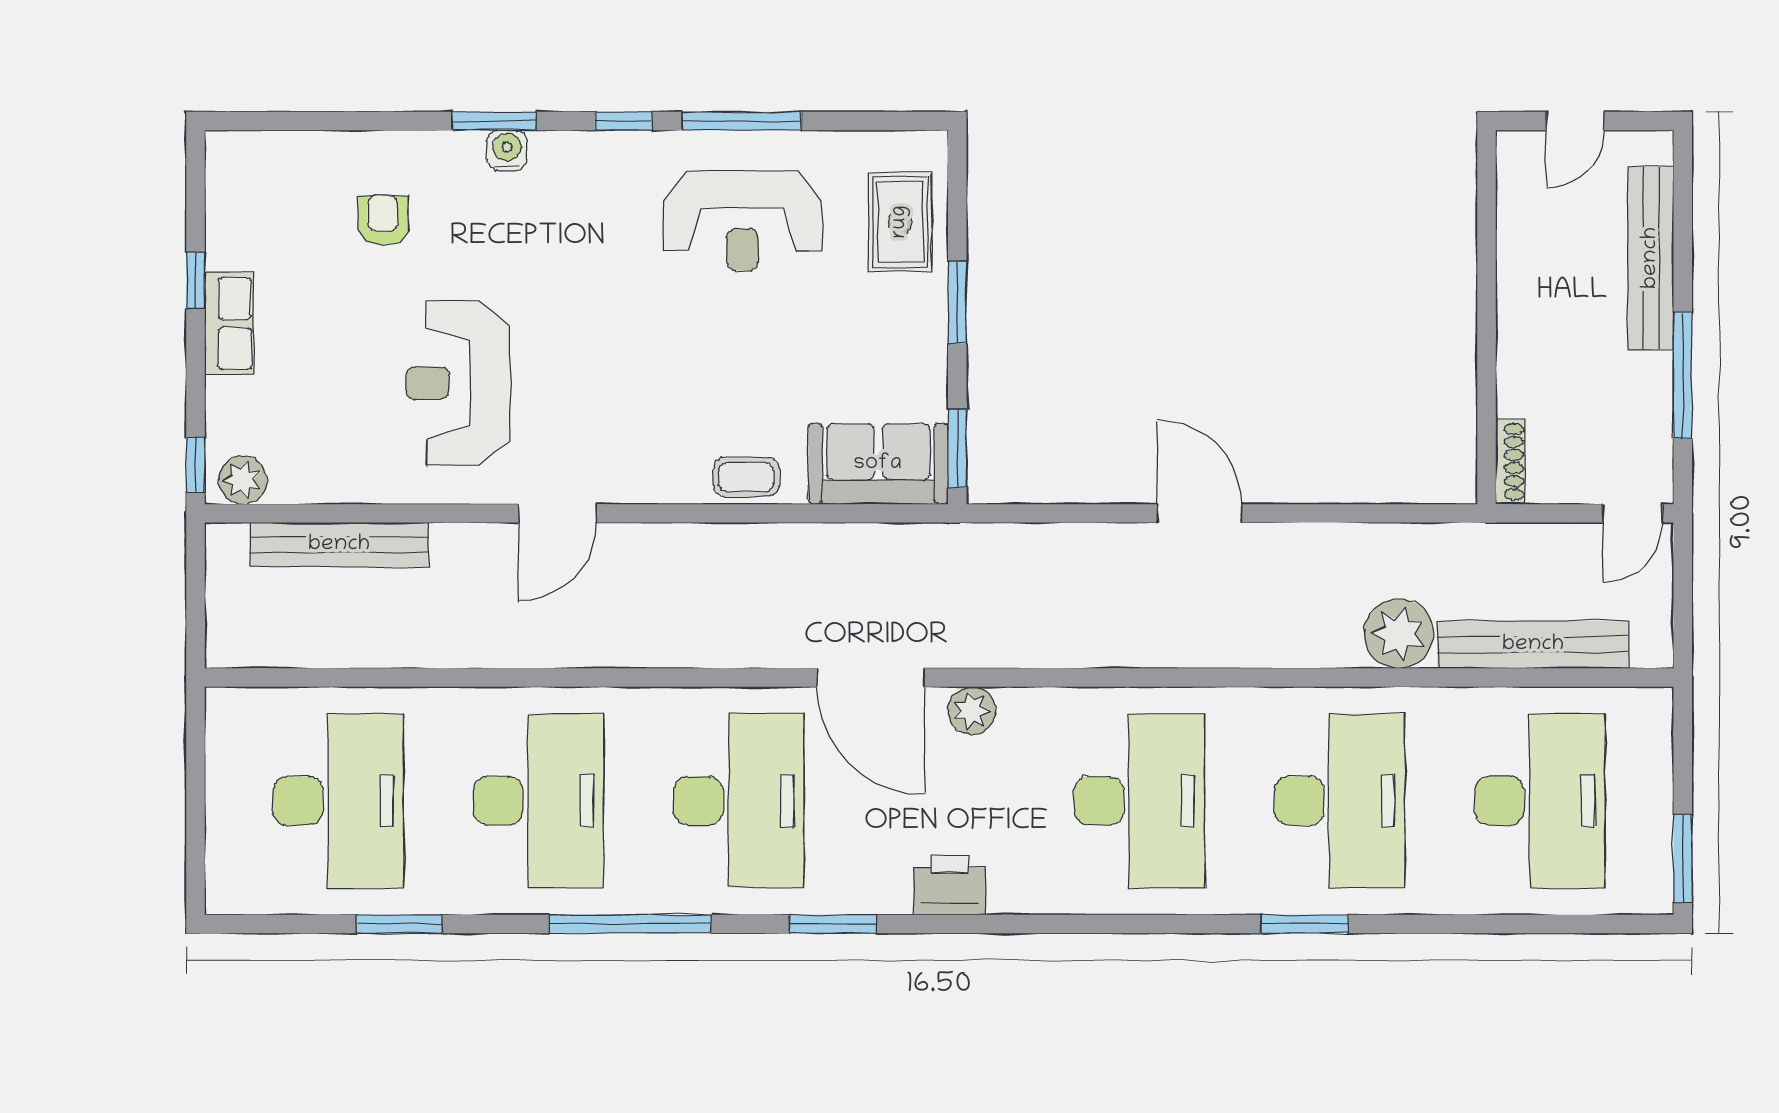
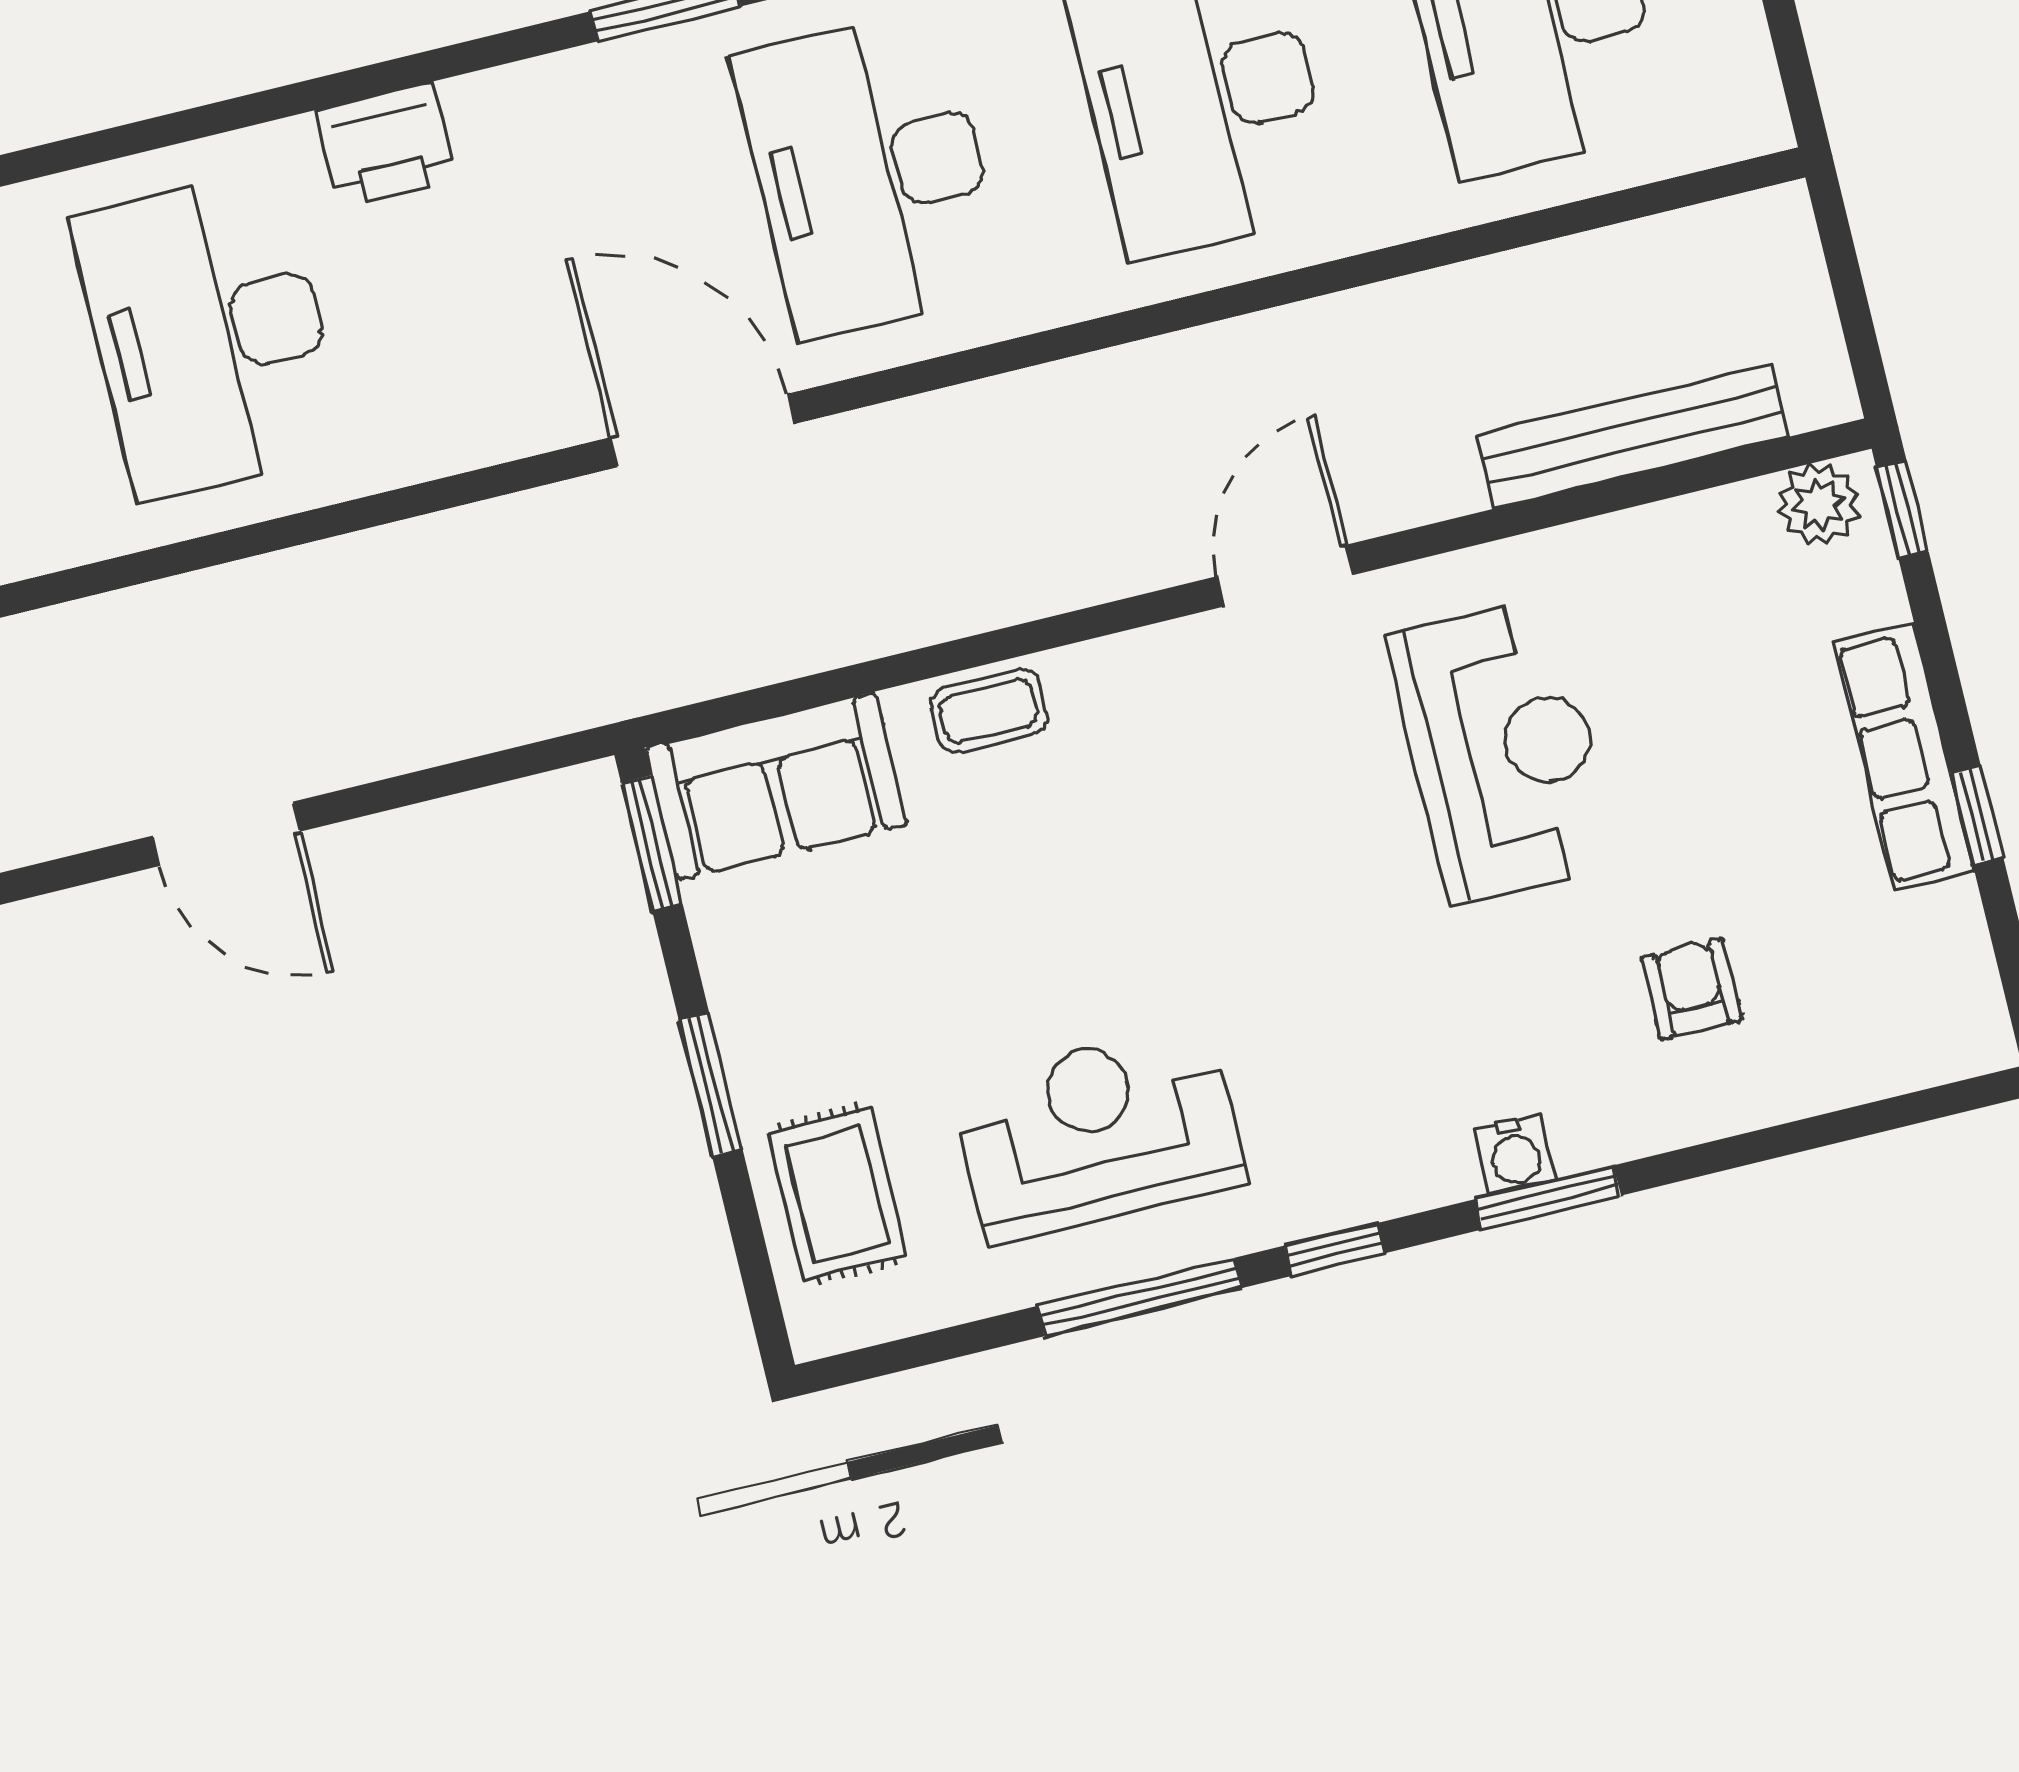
armchair: (383, 220) -> (1692, 989), turned 180
row of seats: (229, 323) -> (1904, 757), width x1.48
plant: (972, 711) -> (523, 416), removed
printer: (950, 885) -> (386, 145), moved

